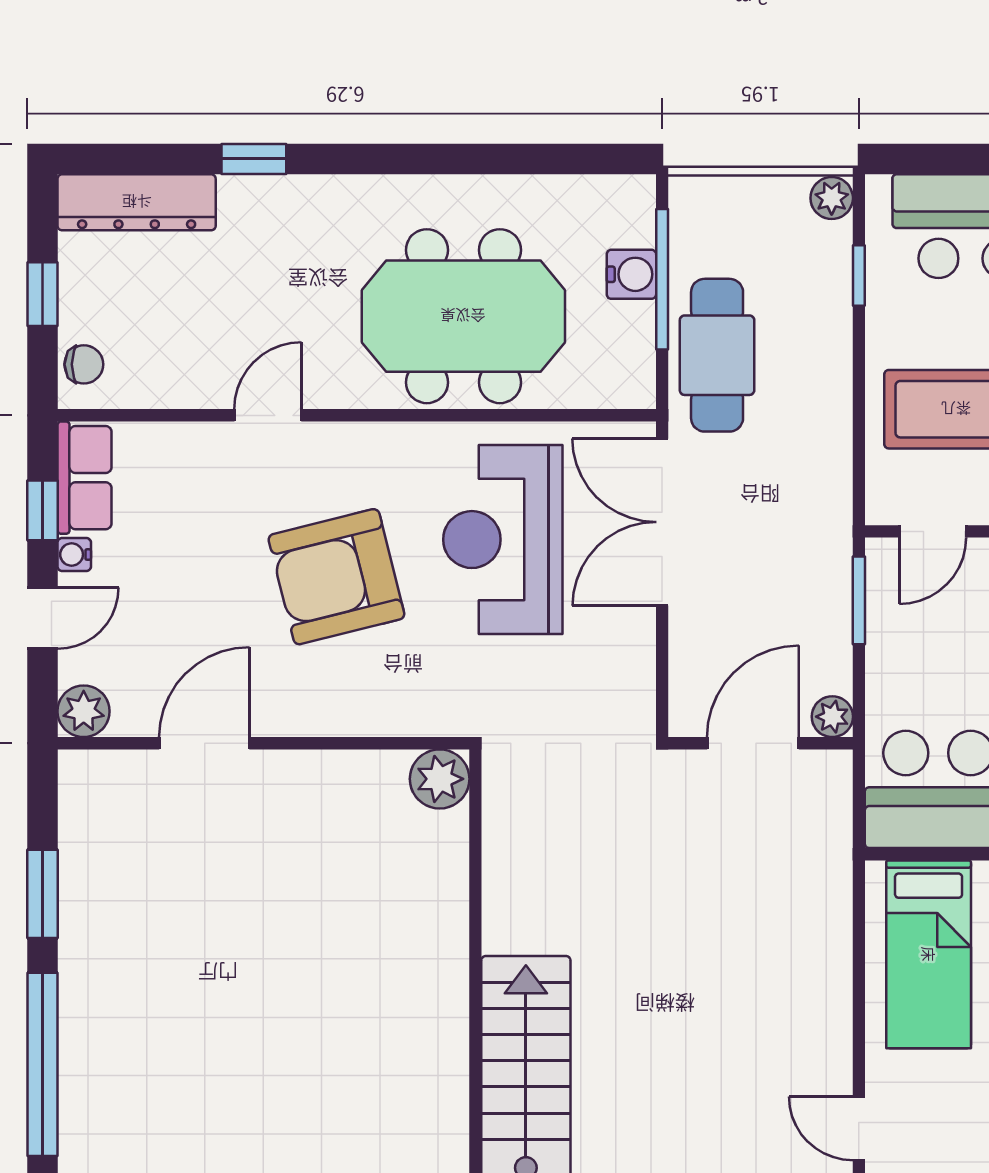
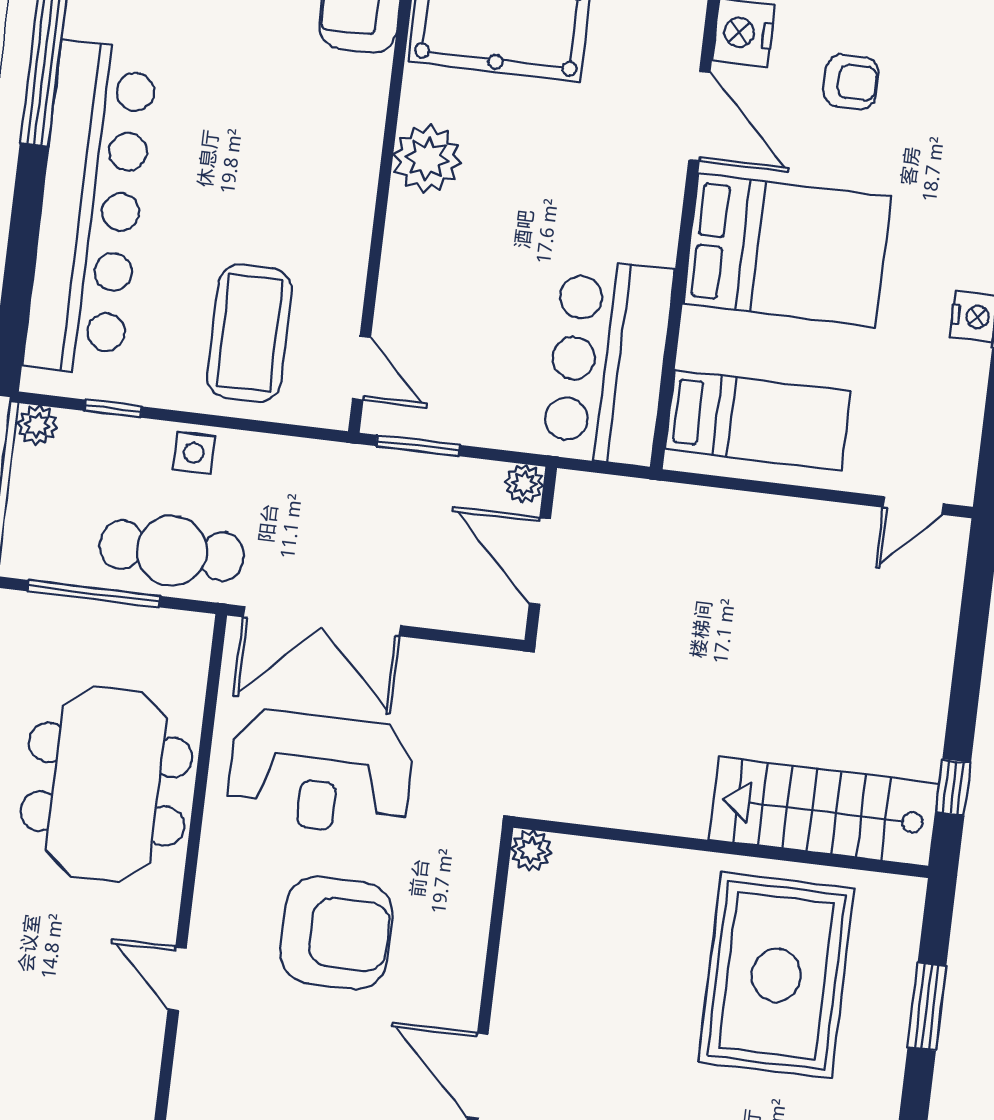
water cooler: (631, 274) -> (86, 622), removed
side table: (823, 366) -> (194, 453), added
armchair: (336, 577) -> (336, 933), turned -76
plant: (440, 779) -> (531, 851), width x0.73, depth x0.73
rug: (348, 1044) -> (776, 975), added

